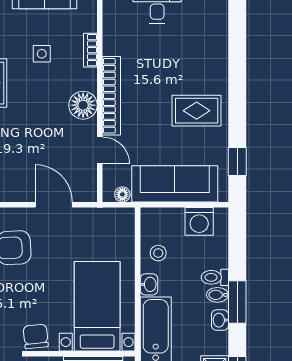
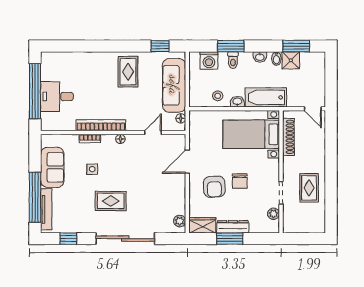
bookcase: (111, 96) -> (101, 125), moved
floor lamp: (83, 105) -> (120, 139), width x0.53, depth x0.53
washing machine: (199, 221) -> (209, 60), moved, turned 90
bidet: (217, 295) -> (276, 59), moved
window: (237, 302) -> (231, 46), moved
chair: (36, 336) -> (240, 181), moved, turned -84

